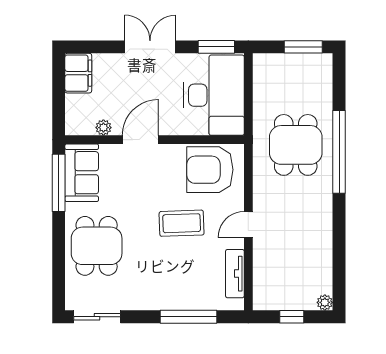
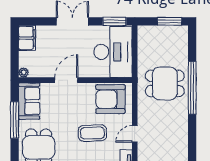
plant: (103, 128) -> (24, 72), moved
dining table: (296, 145) -> (165, 83), turned 90
window: (59, 183) -> (15, 120), moved

